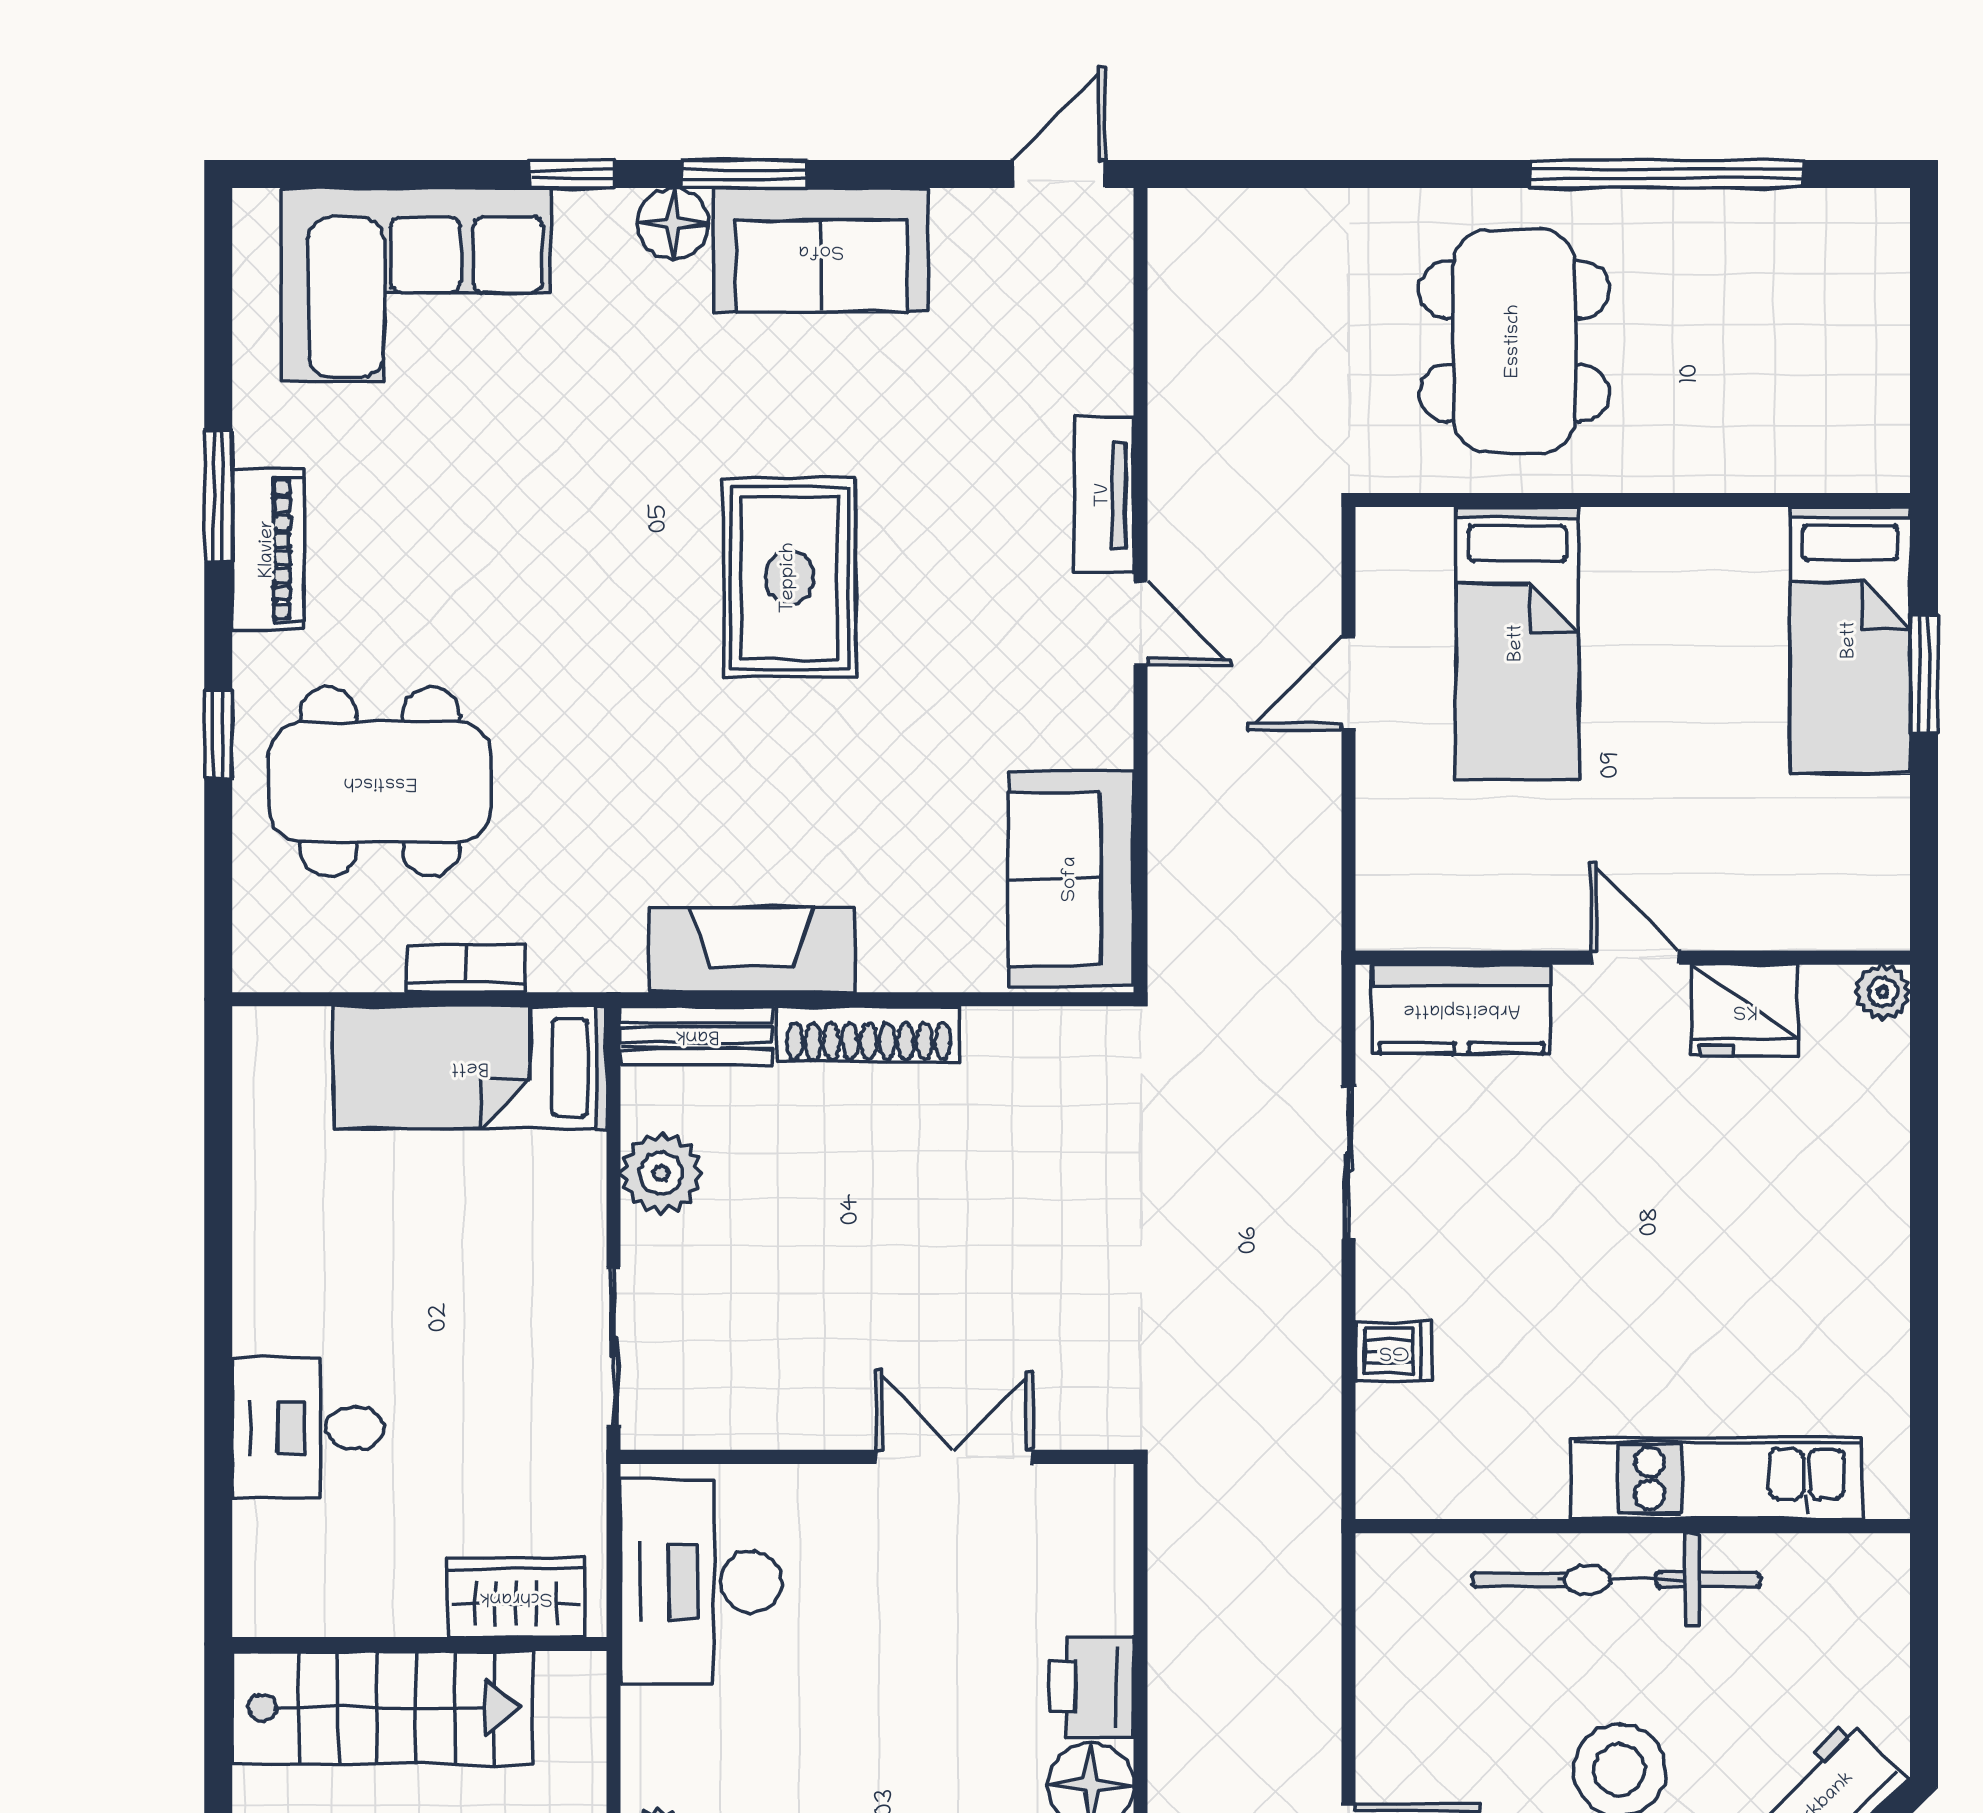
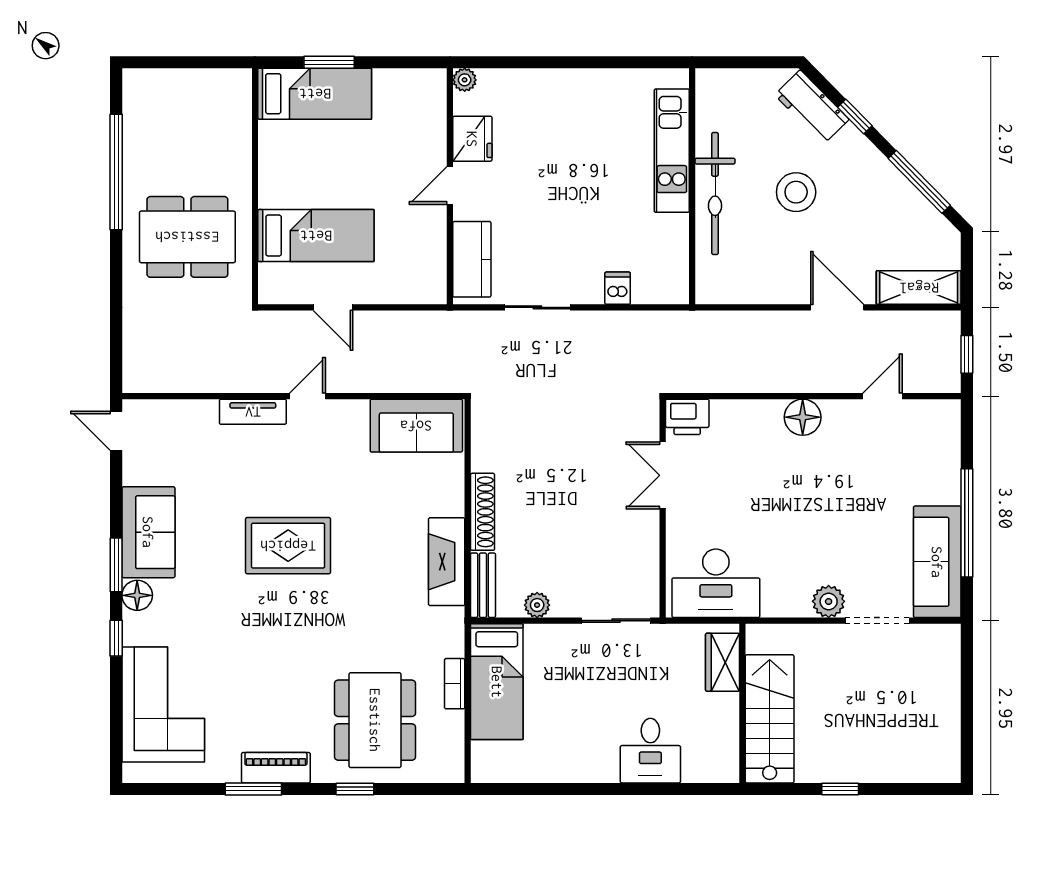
plant: (661, 1173) -> (537, 605), width x0.73, depth x0.73
printer: (1092, 1686) -> (687, 417), moved

